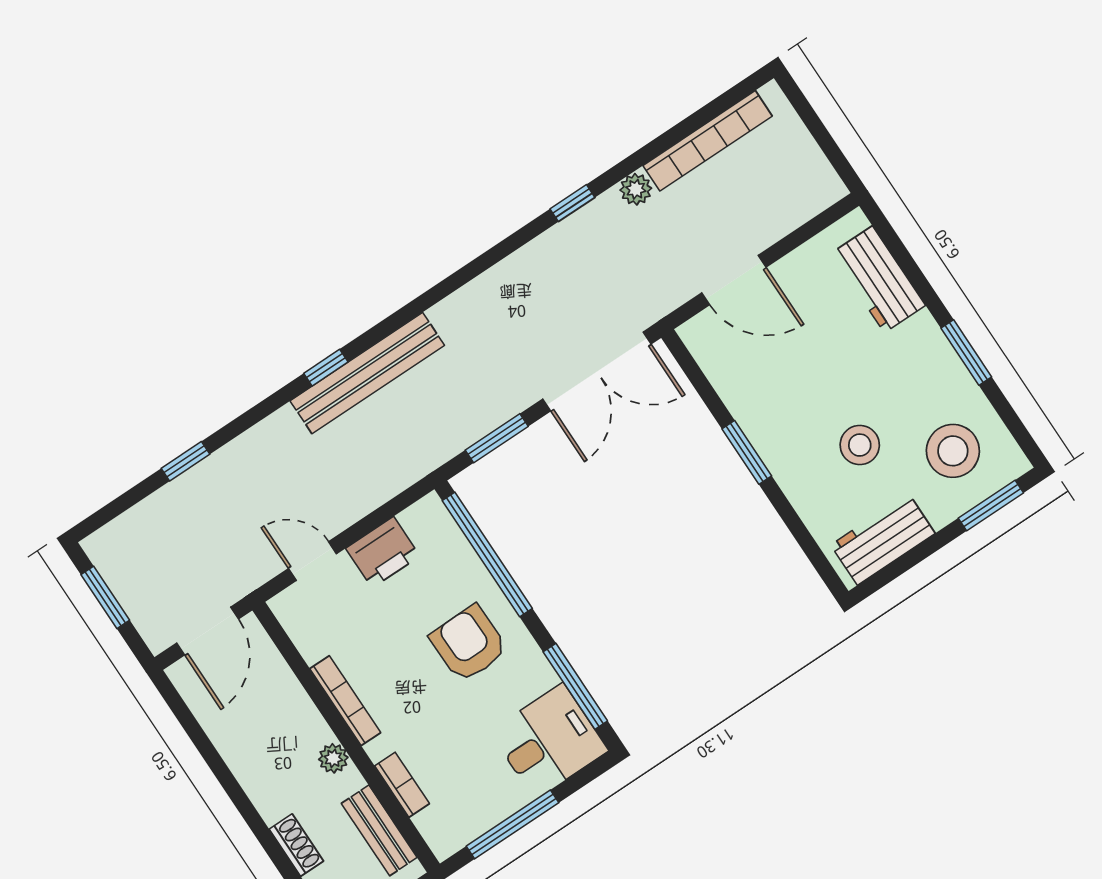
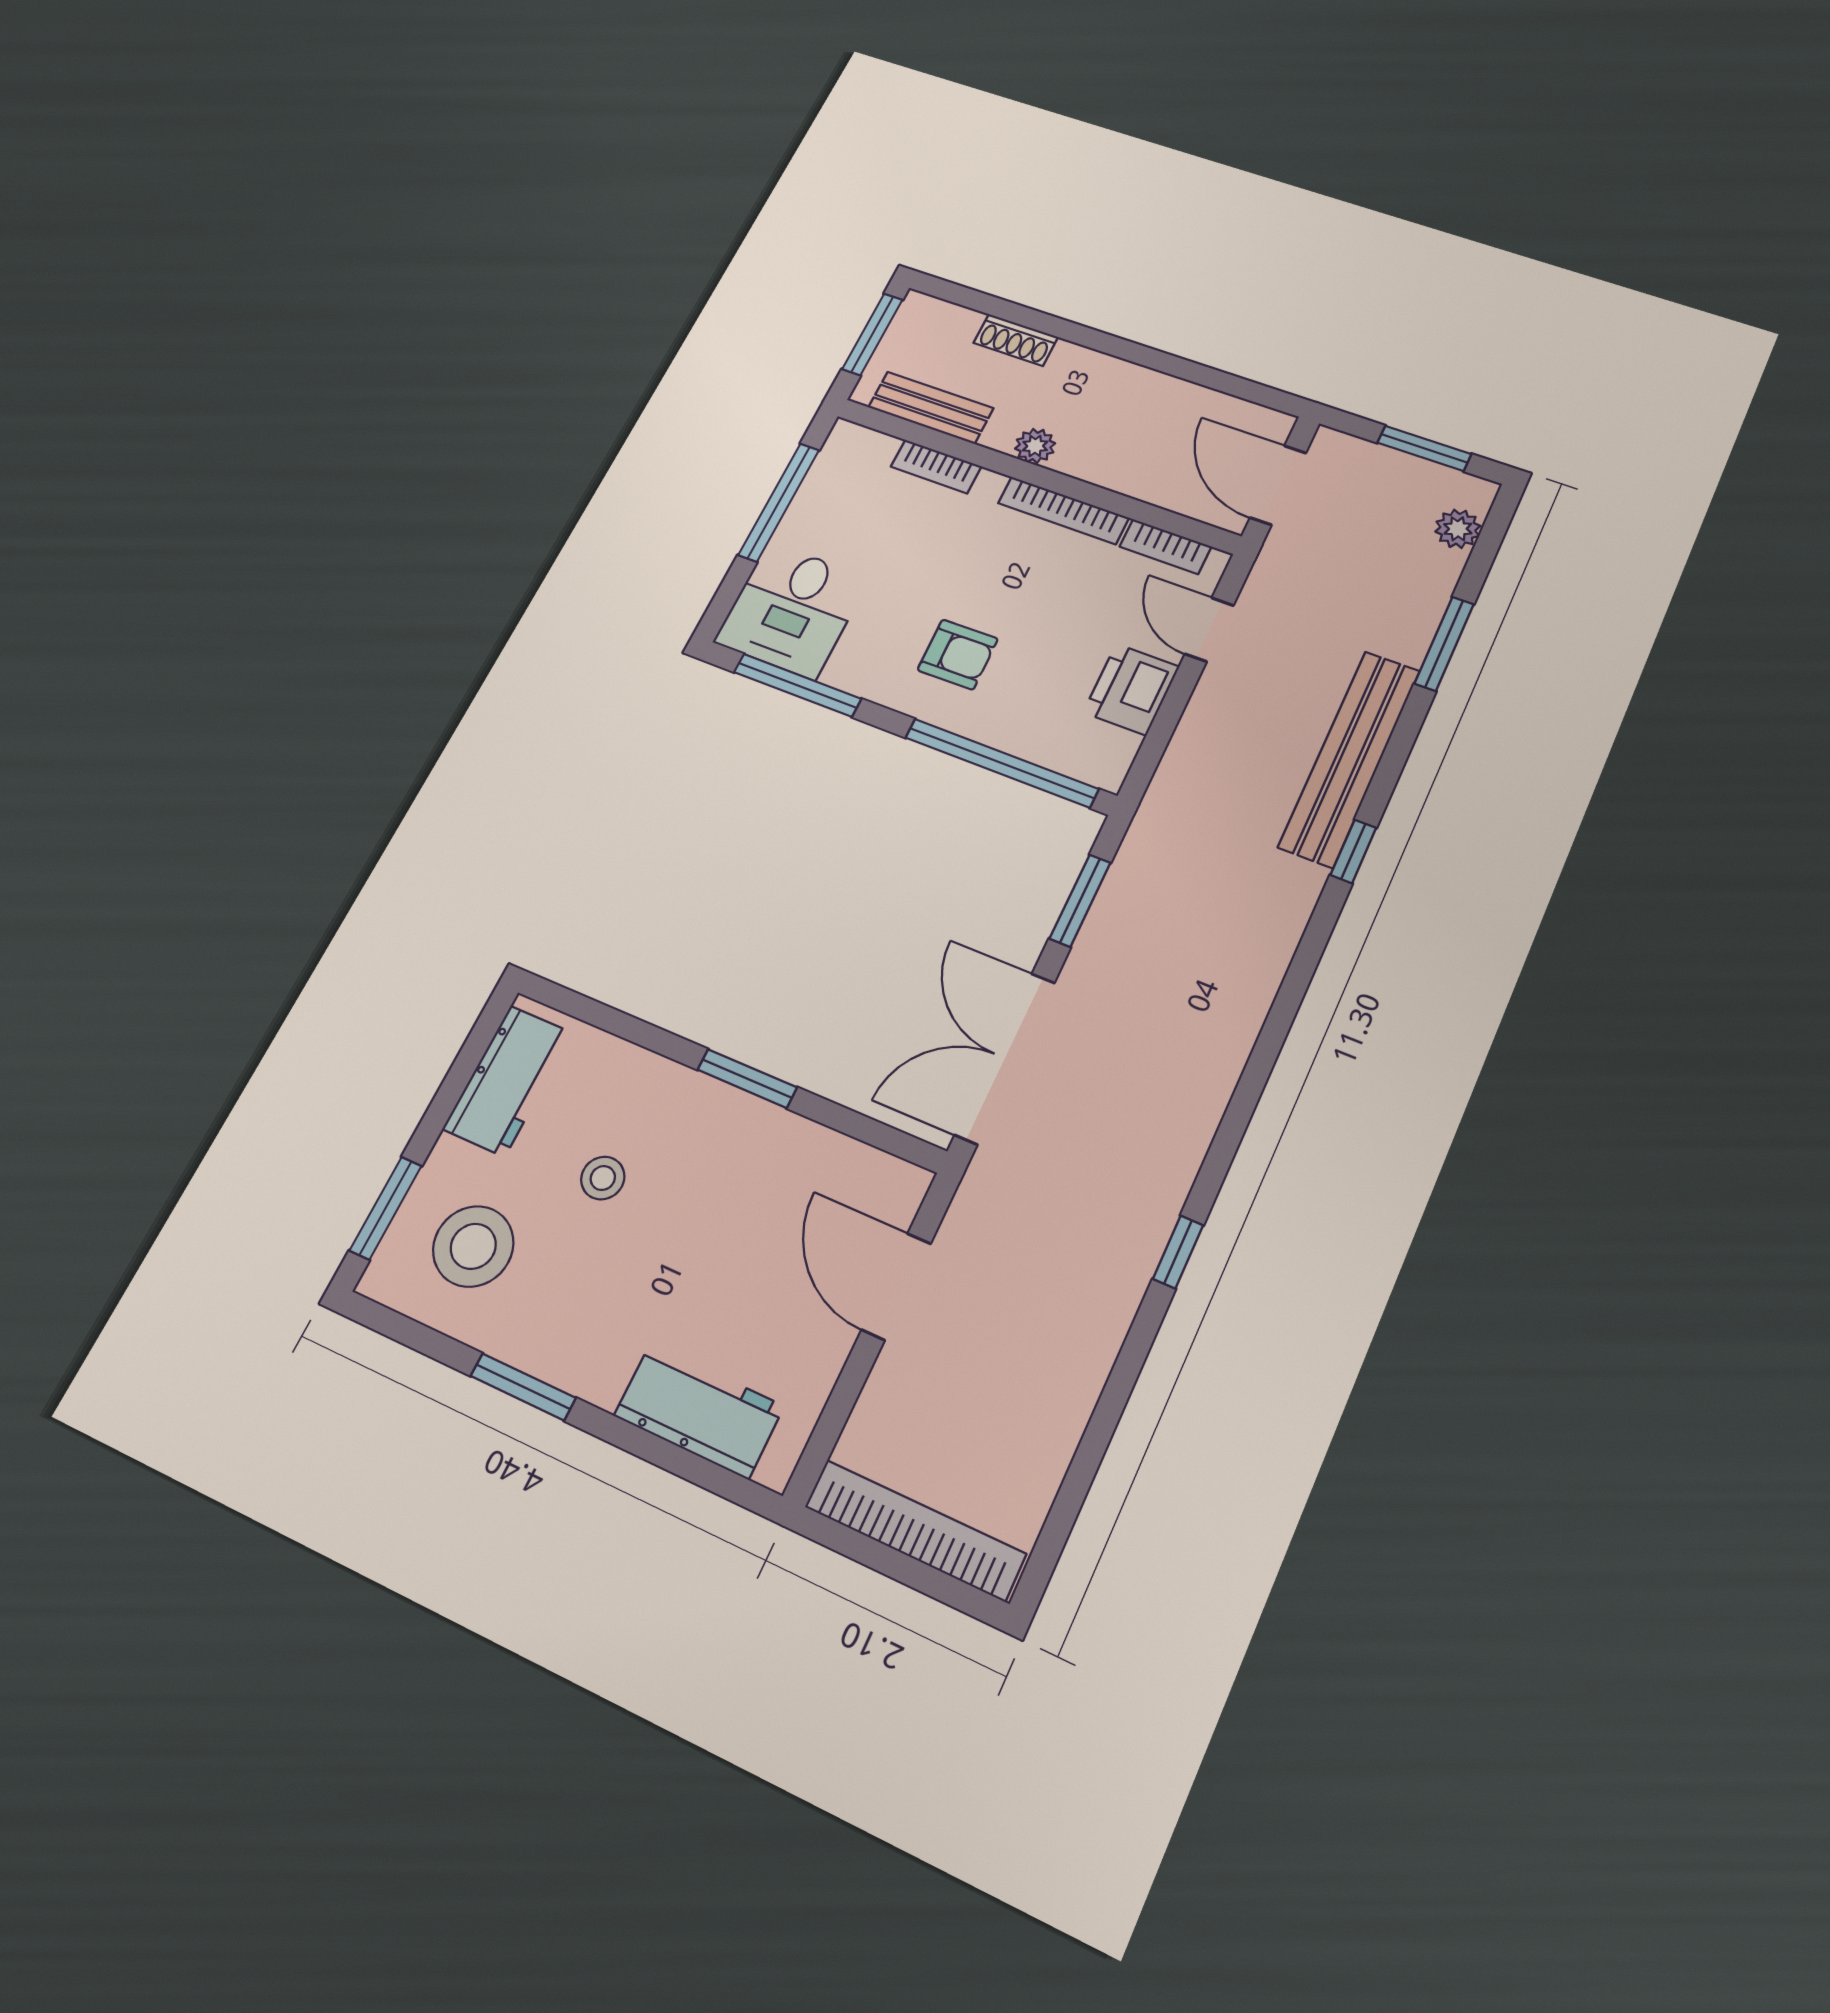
bookcase: (708, 141) -> (915, 1530), moved, turned 90
plant: (636, 189) -> (1458, 529), moved
door: (734, 280) -> (896, 1287), hinge flipped
bench: (367, 373) -> (1350, 758), moved
stool: (860, 445) -> (603, 1178), width x0.73, depth x0.73
window: (186, 461) -> (1444, 644), width x1.50
door: (313, 561) -> (1209, 630), swing flipped
bookcase: (301, 634) -> (1165, 547), added
armchair: (469, 644) -> (958, 654), width x0.72, depth x0.72

